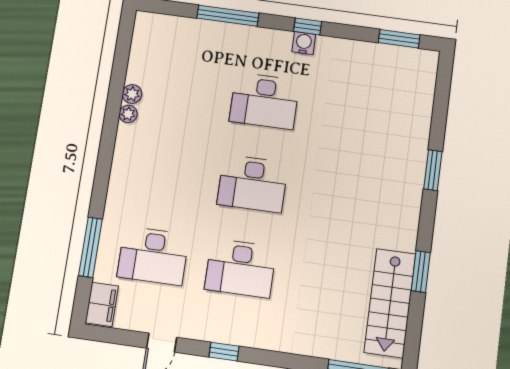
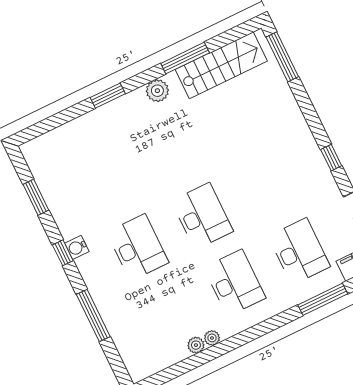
window: (399, 39) -> (36, 197), moved
plant: (406, 222) -> (157, 91), added
desk: (240, 268) -> (235, 283), moved
window: (421, 272) -> (185, 58), width x1.44

